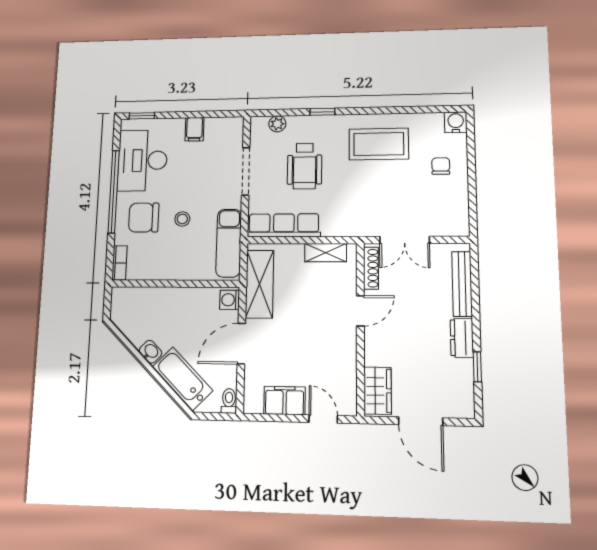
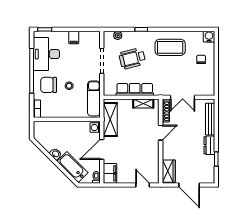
wheelchair: (305, 166) -> (132, 58), turned 76
row of seats: (284, 225) -> (135, 89), moved
filing cabinet: (285, 401) -> (110, 173), moved, turned 90

